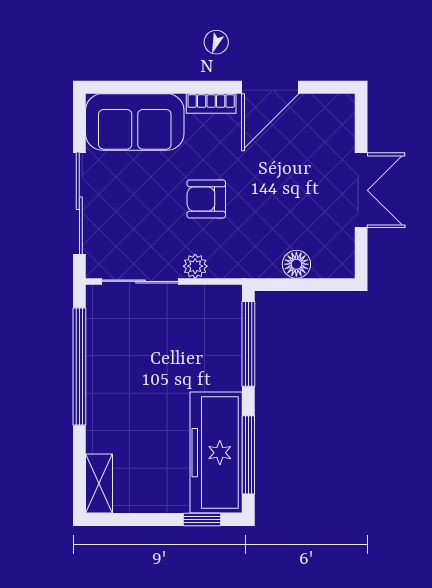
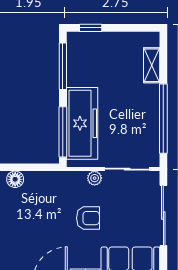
floor lamp: (296, 264) -> (15, 179), moved
freezer: (216, 453) -> (82, 123), moved
shelving: (99, 484) -> (152, 65), moved

